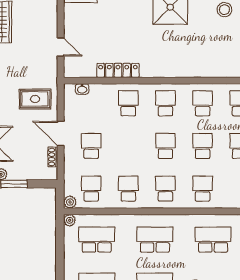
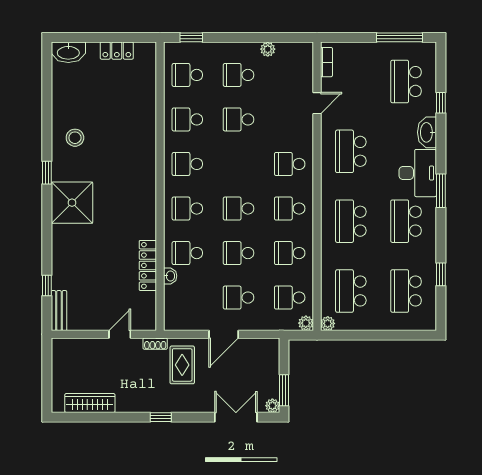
washbasin: (82, 89) -> (170, 276), moved
school desk: (203, 146) -> (238, 253), moved
shoe rack: (53, 157) -> (155, 344), moved

